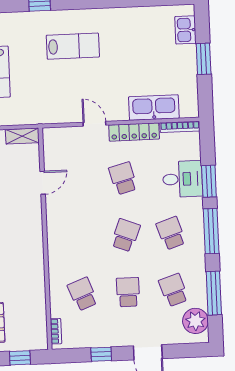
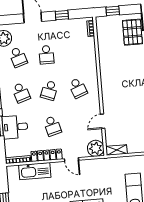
plant: (55, 140) -> (96, 148), added
school desk: (83, 294) -> (78, 88), moved

